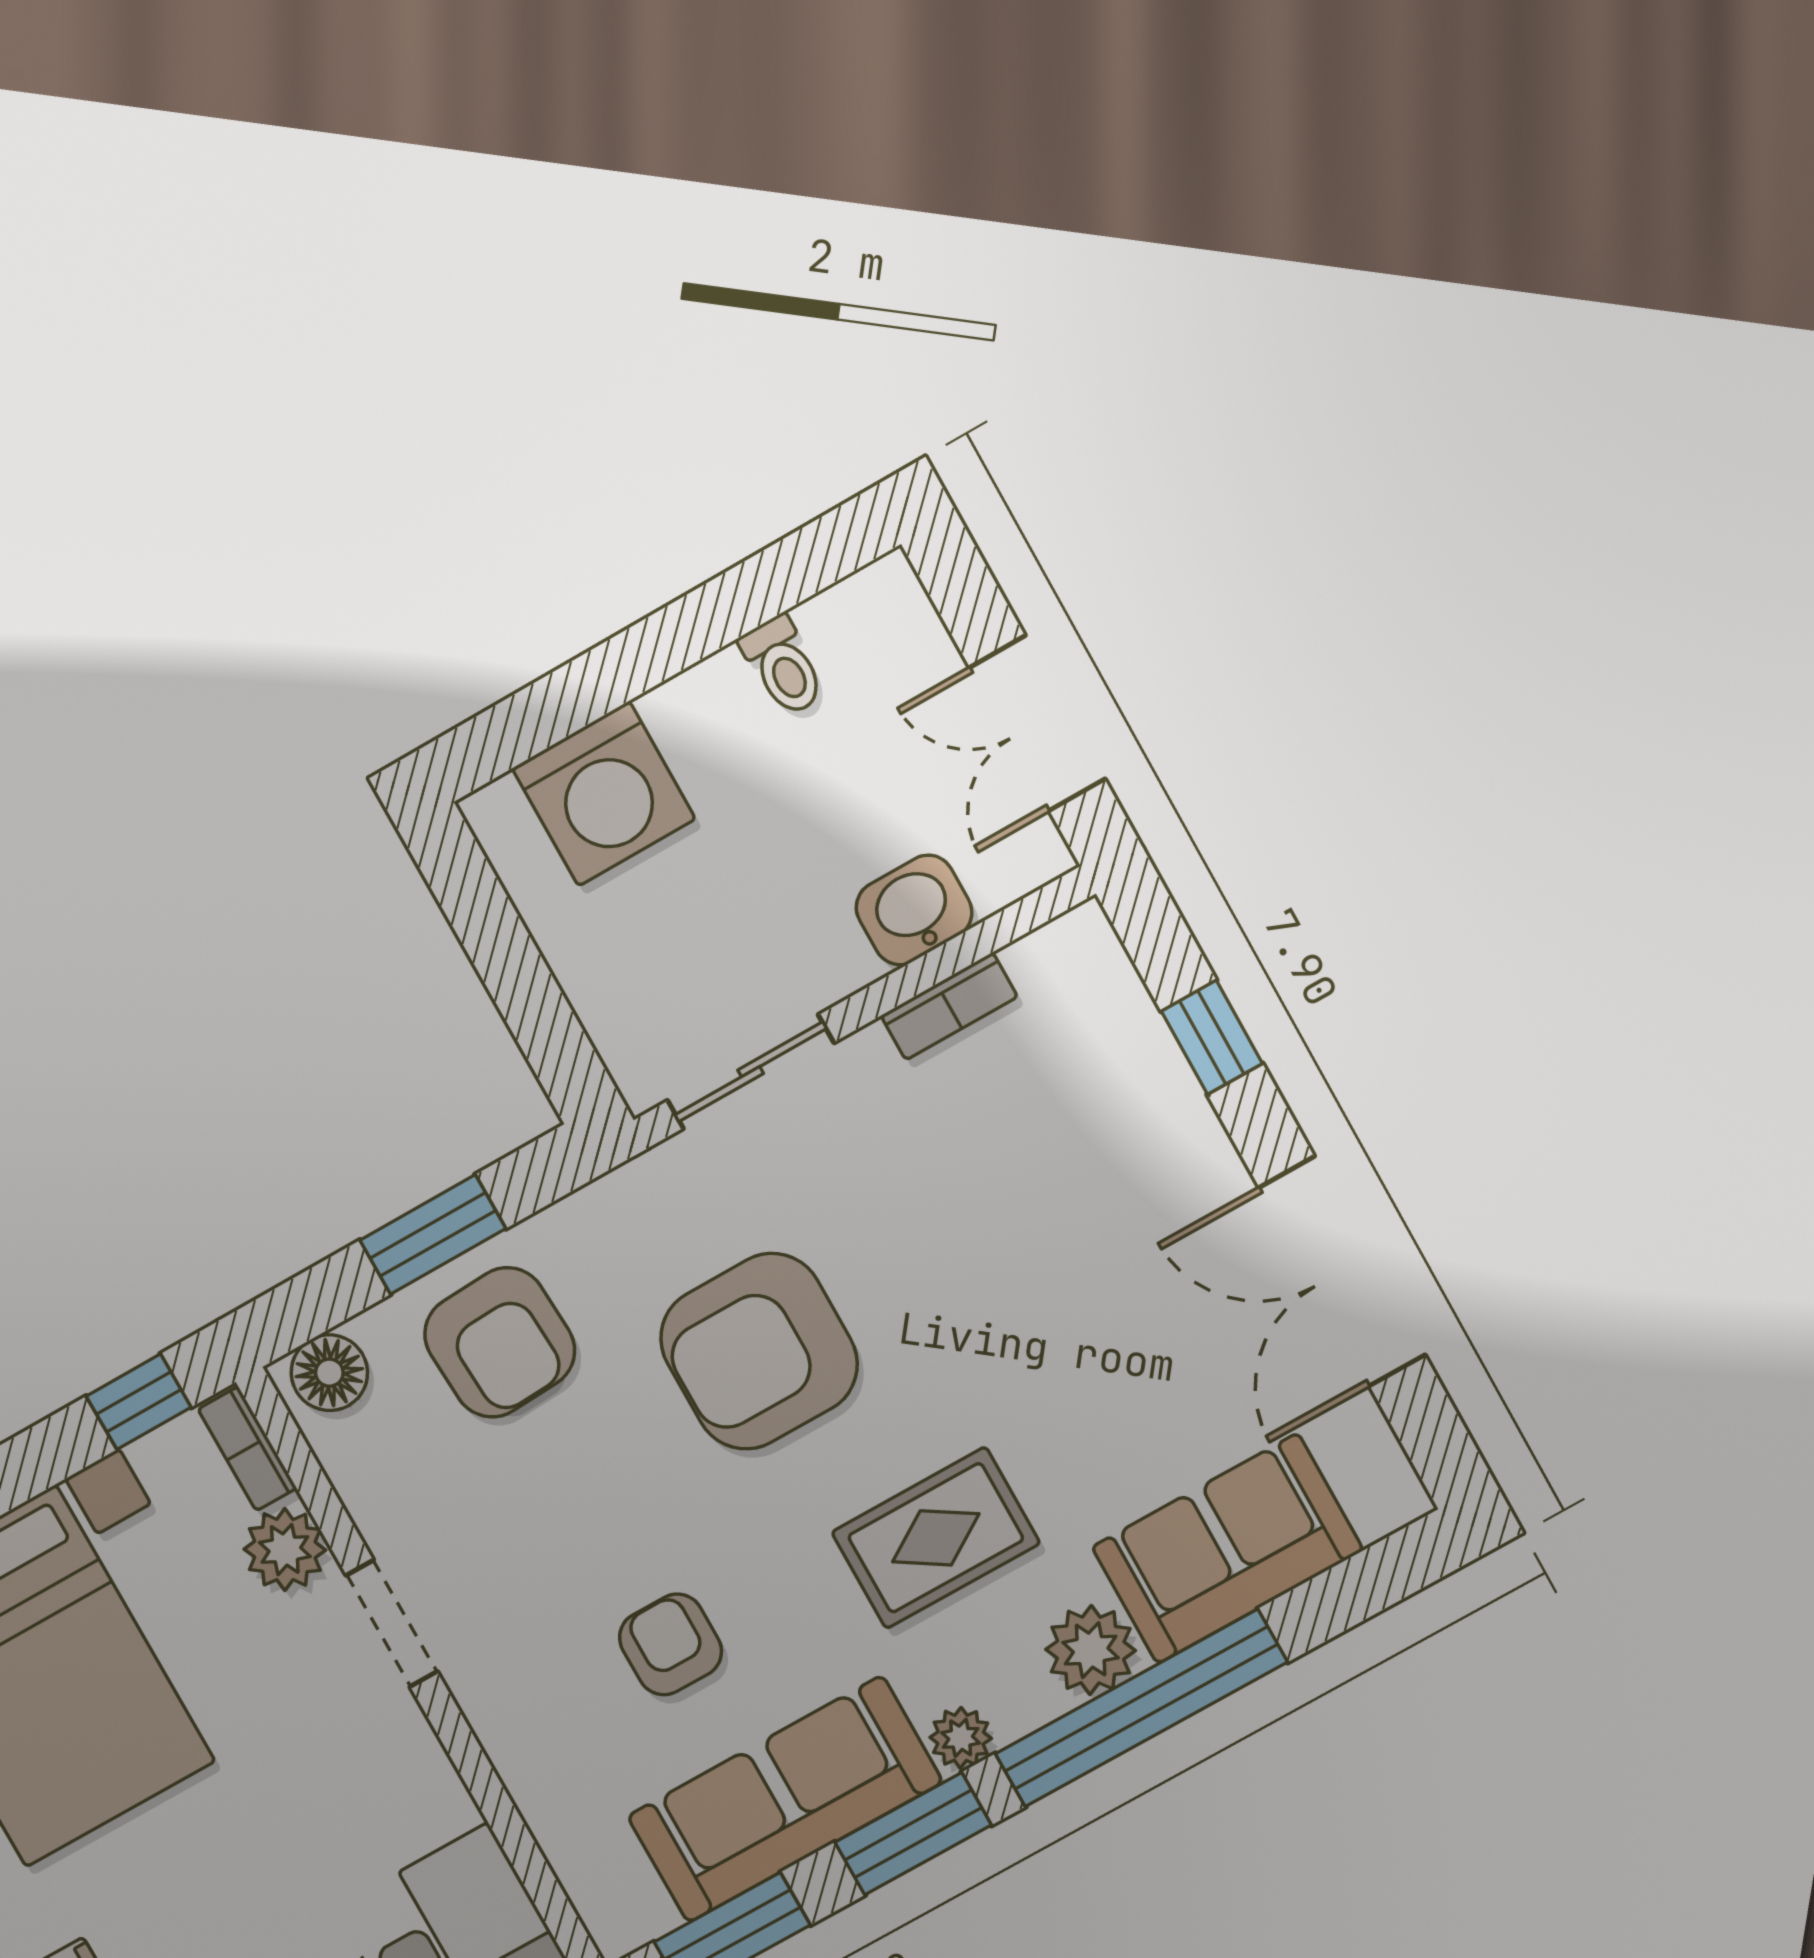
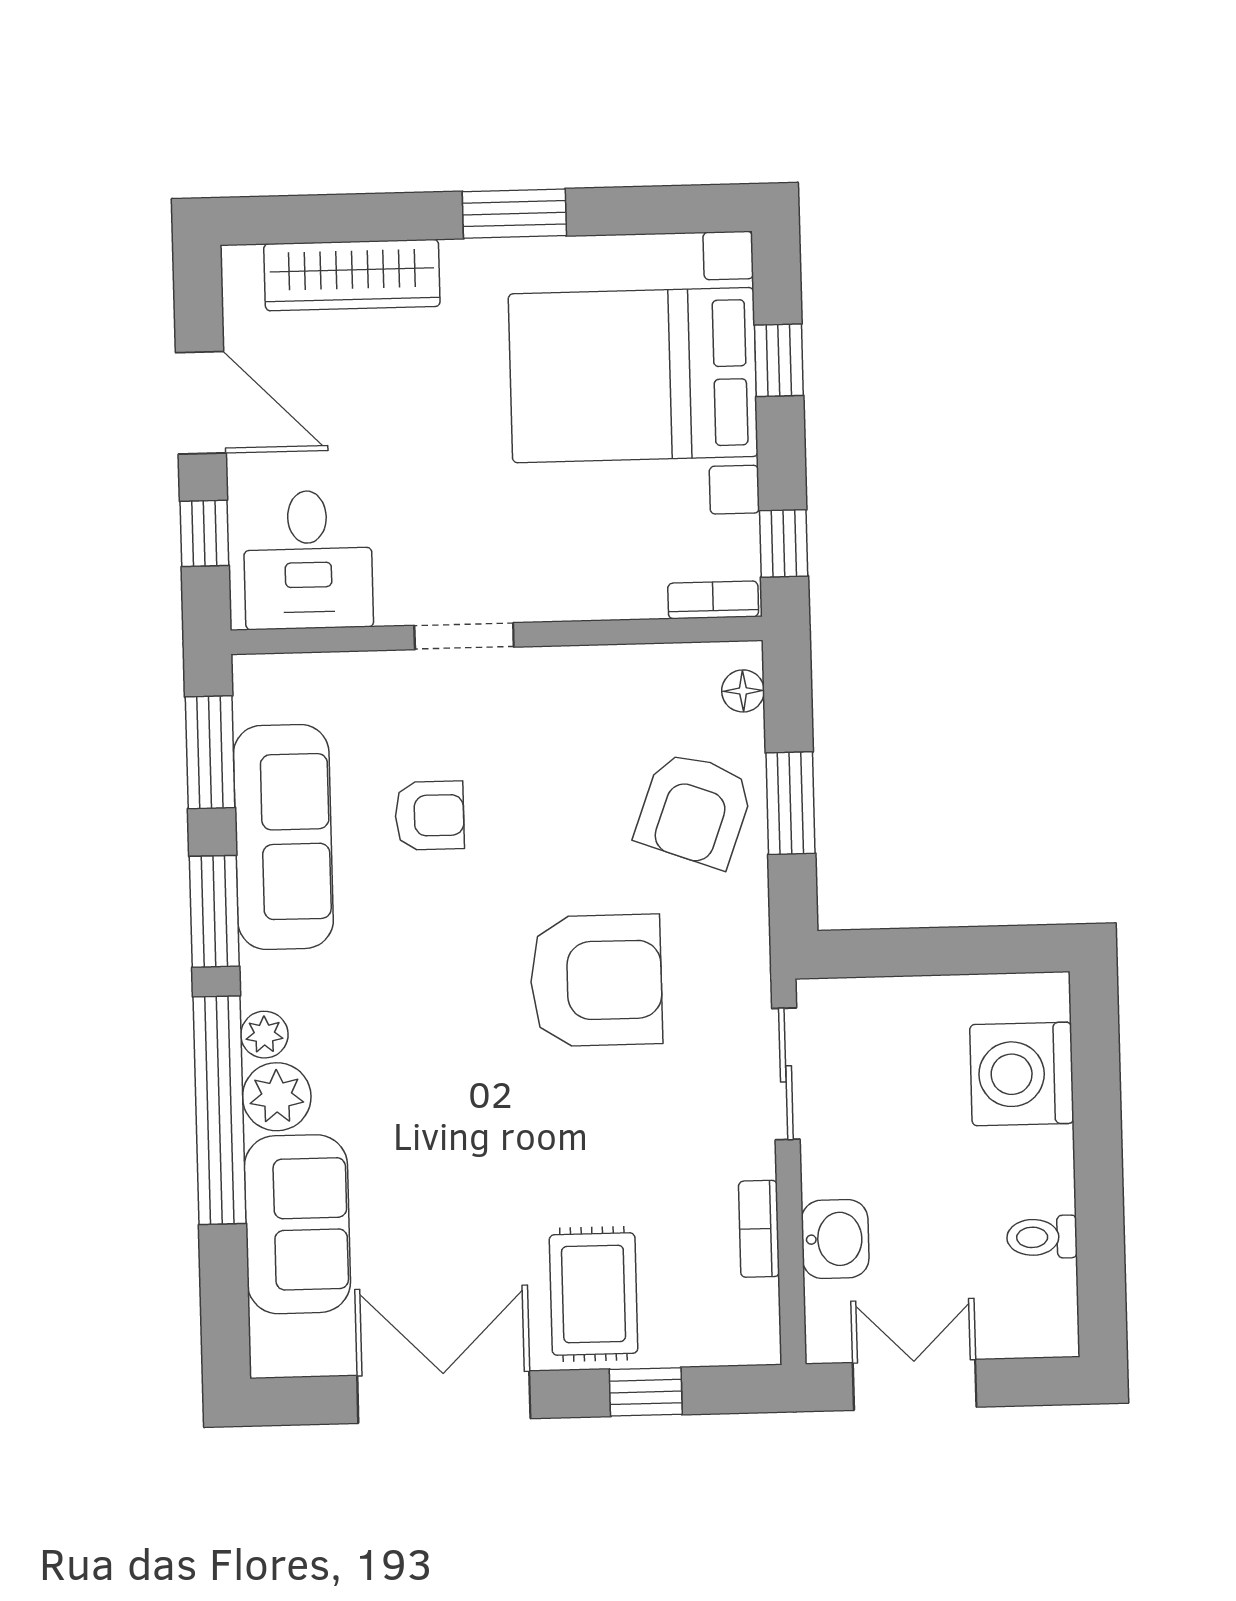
armchair: (500, 1342) -> (694, 809), turned -67
armchair: (759, 1351) -> (596, 980), turned 90
floor lamp: (329, 1373) -> (743, 691), width x0.73, depth x0.73
rug: (936, 1538) -> (594, 1294), moved
plant: (285, 1550) -> (632, 588), removed
doorway: (392, 1623) -> (464, 636), moved
plant: (961, 1738) -> (264, 1035), moved

